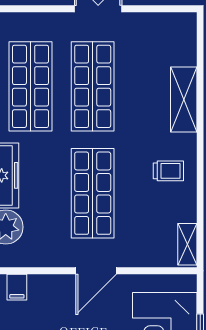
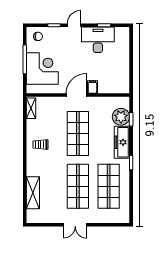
shelving: (184, 99) -> (33, 193), moved
filing cabinet: (17, 287) -> (92, 87), moved

